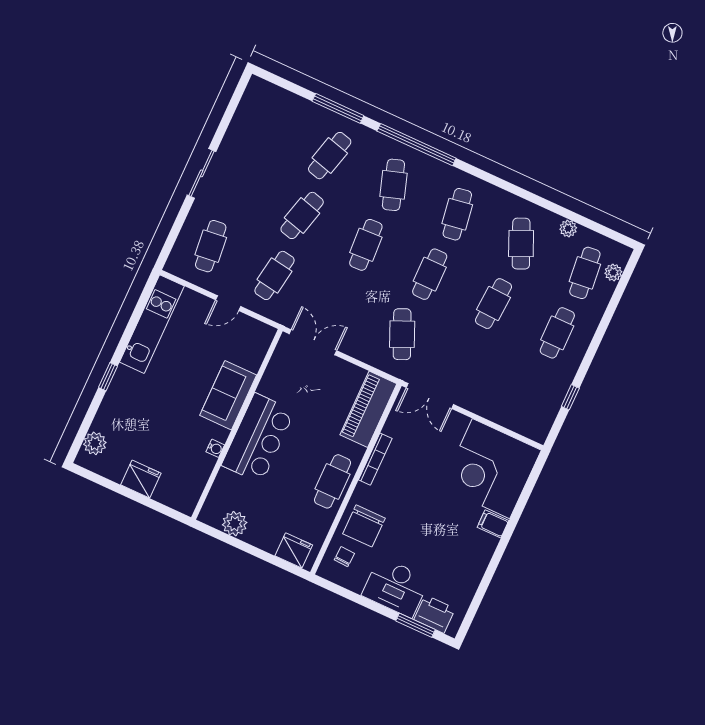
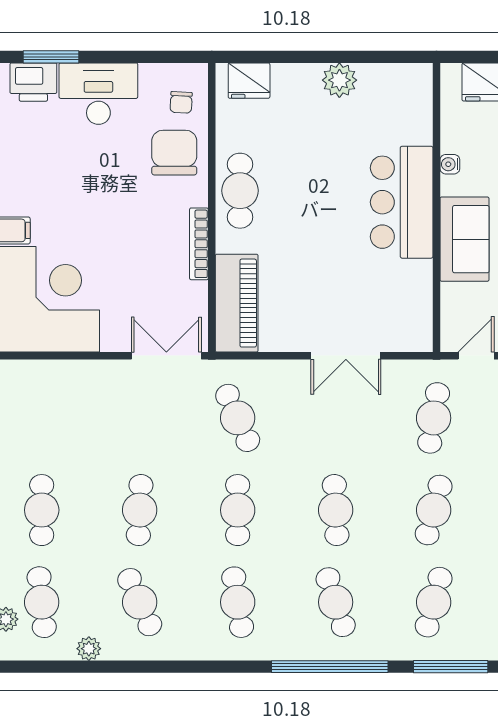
sofa: (228, 395) -> (464, 239), moved
wall: (237, 424) -> (436, 207), moved
bar counter: (258, 438) -> (402, 202), moved
water cooler: (215, 448) -> (450, 164), moved

